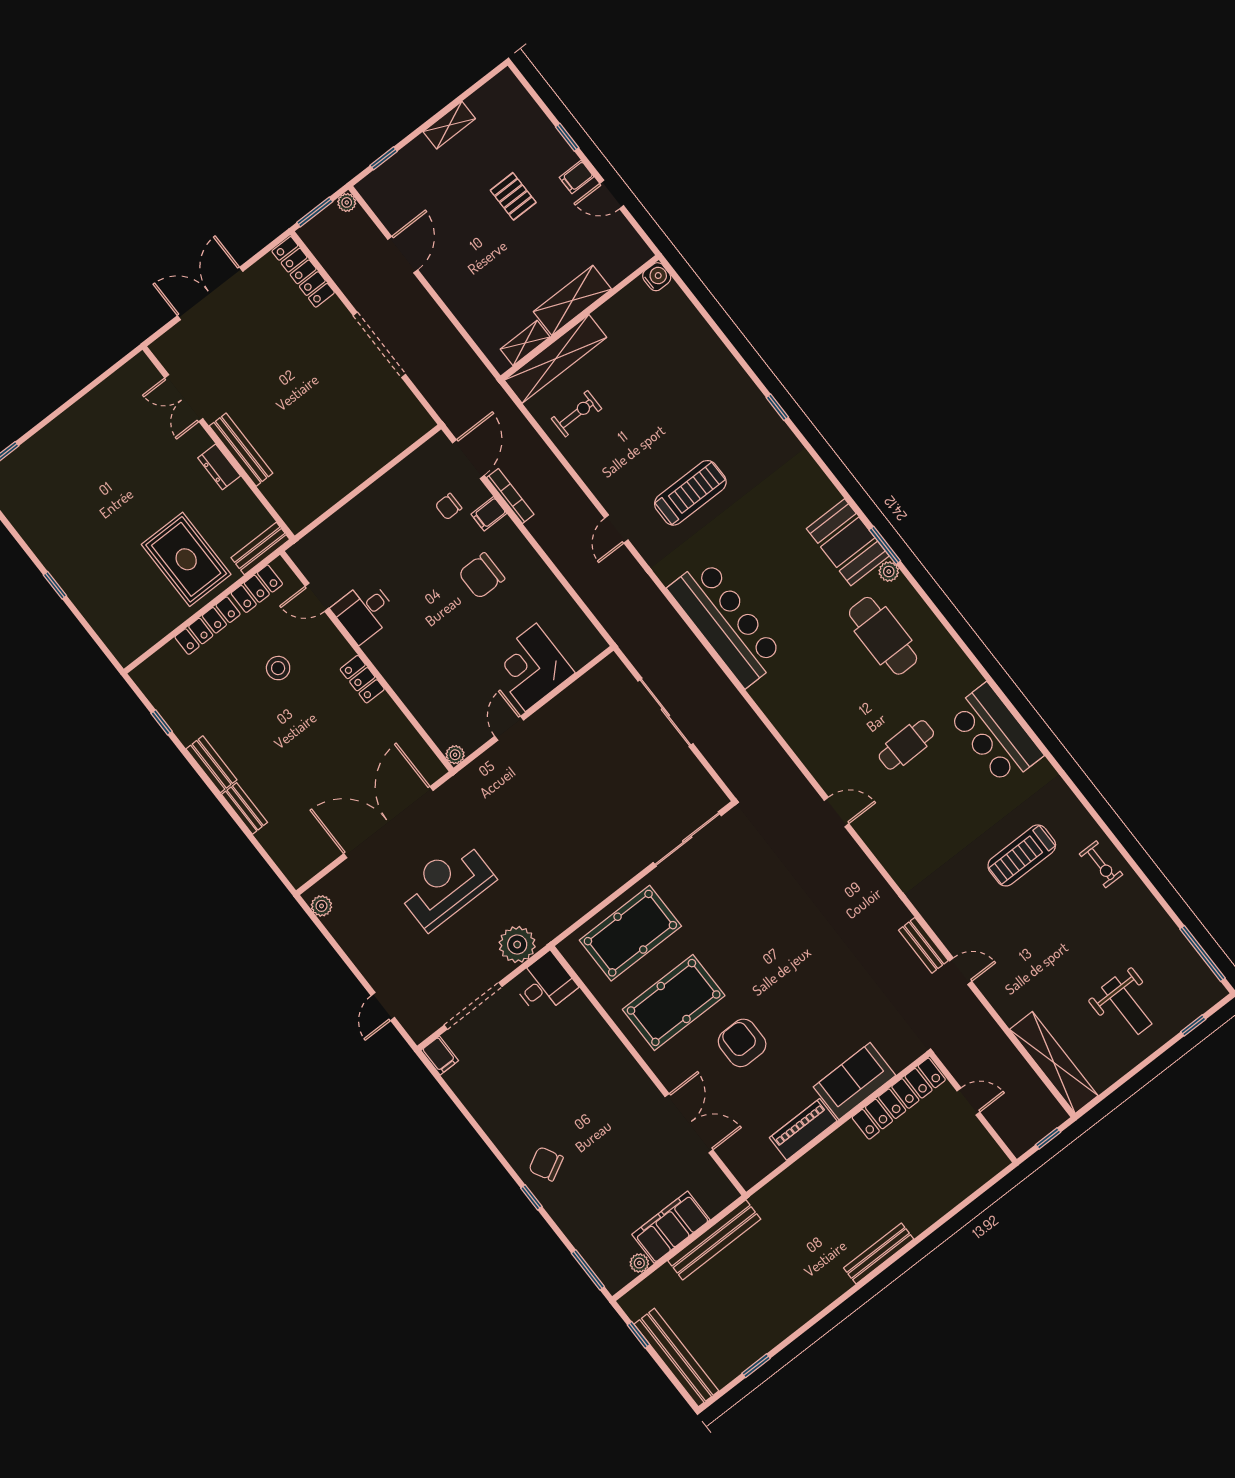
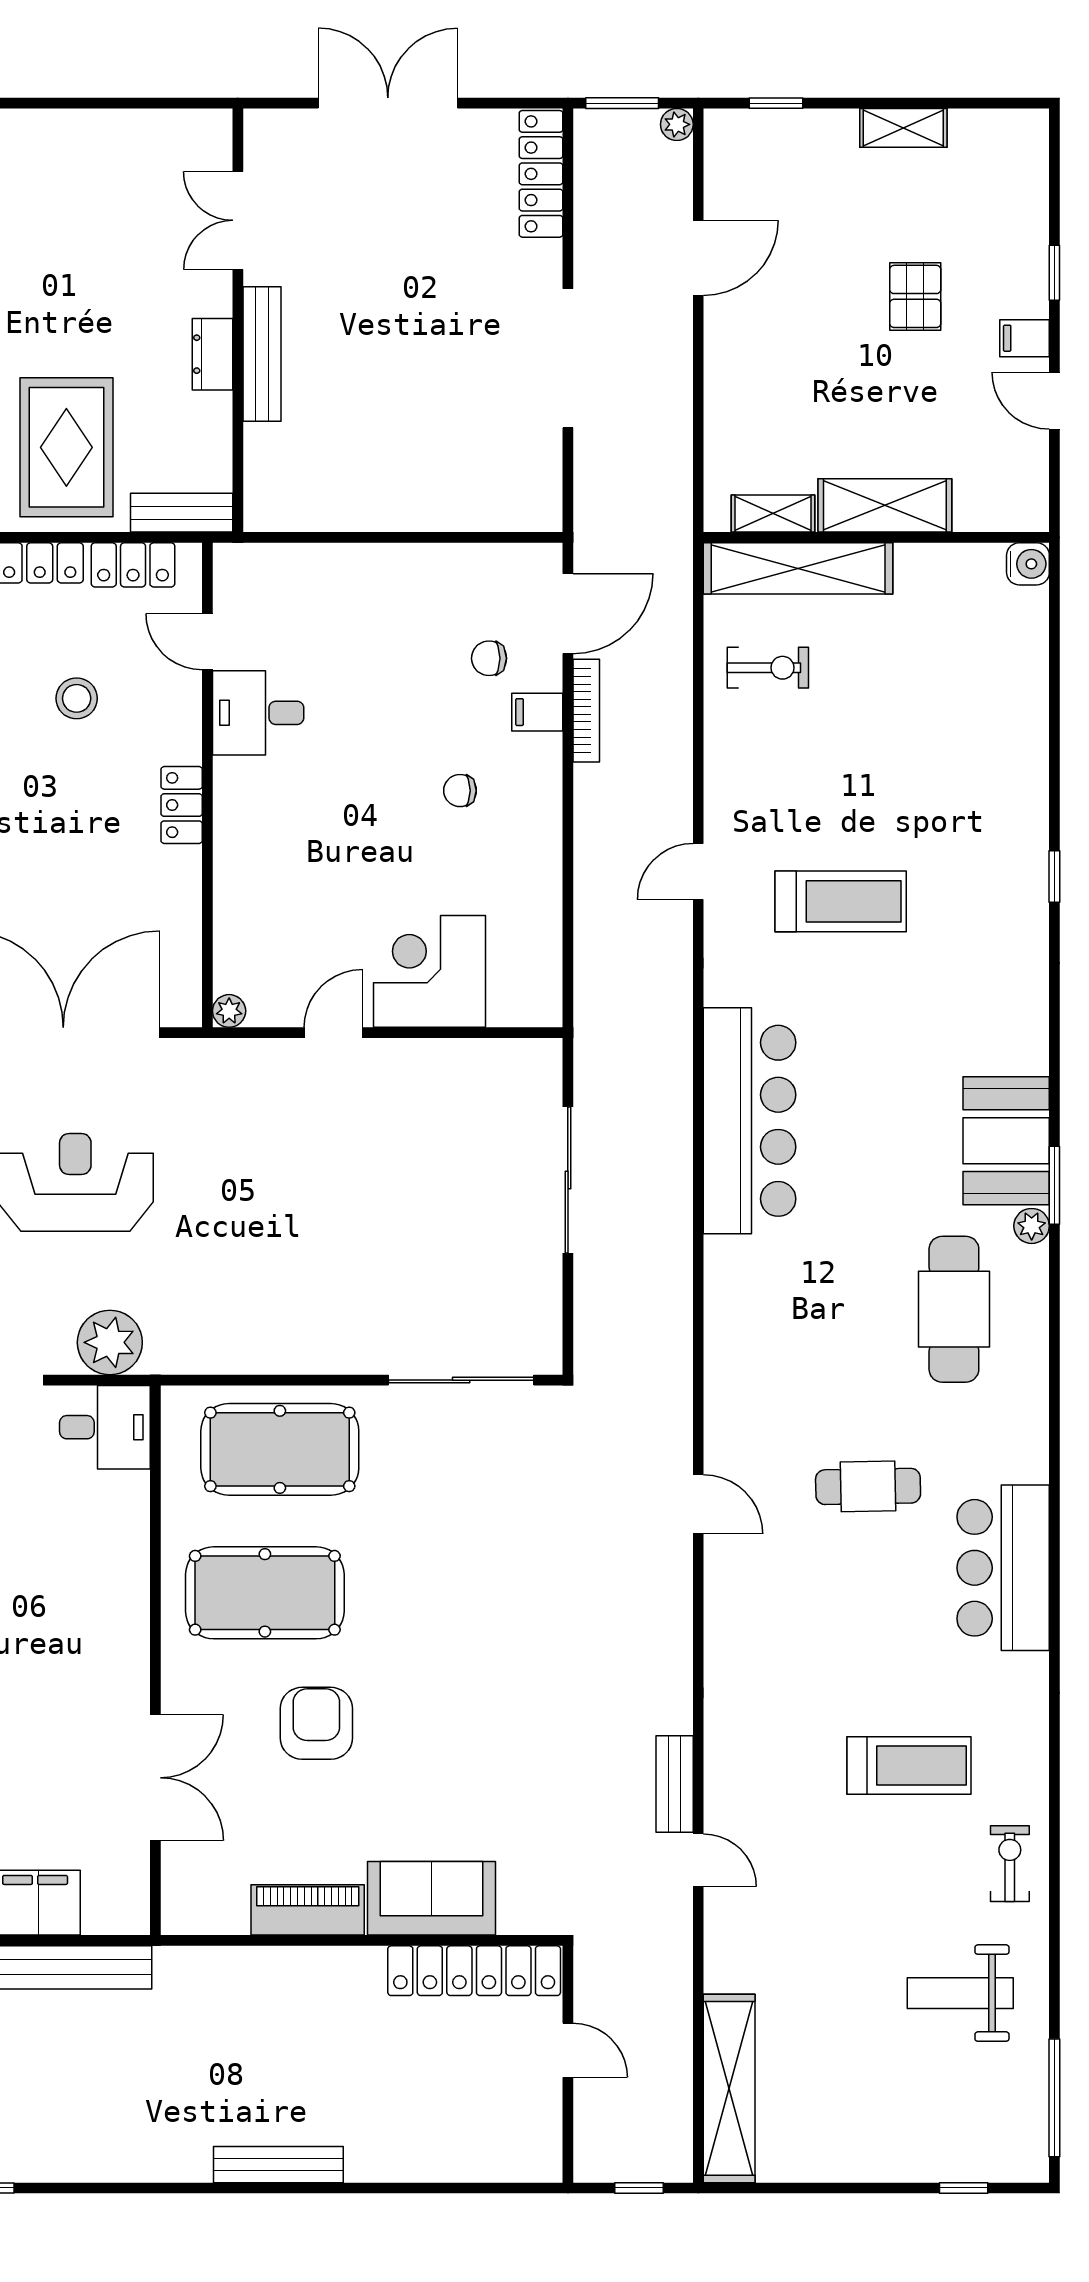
chair: (482, 576) -> (460, 791), width x0.54, depth x0.54
treadmill: (1022, 855) -> (909, 1765), turned 180
exercise bike: (1101, 864) -> (1010, 1864), turned 180
weight bench: (1127, 1006) -> (960, 1993), moved, turned 90

